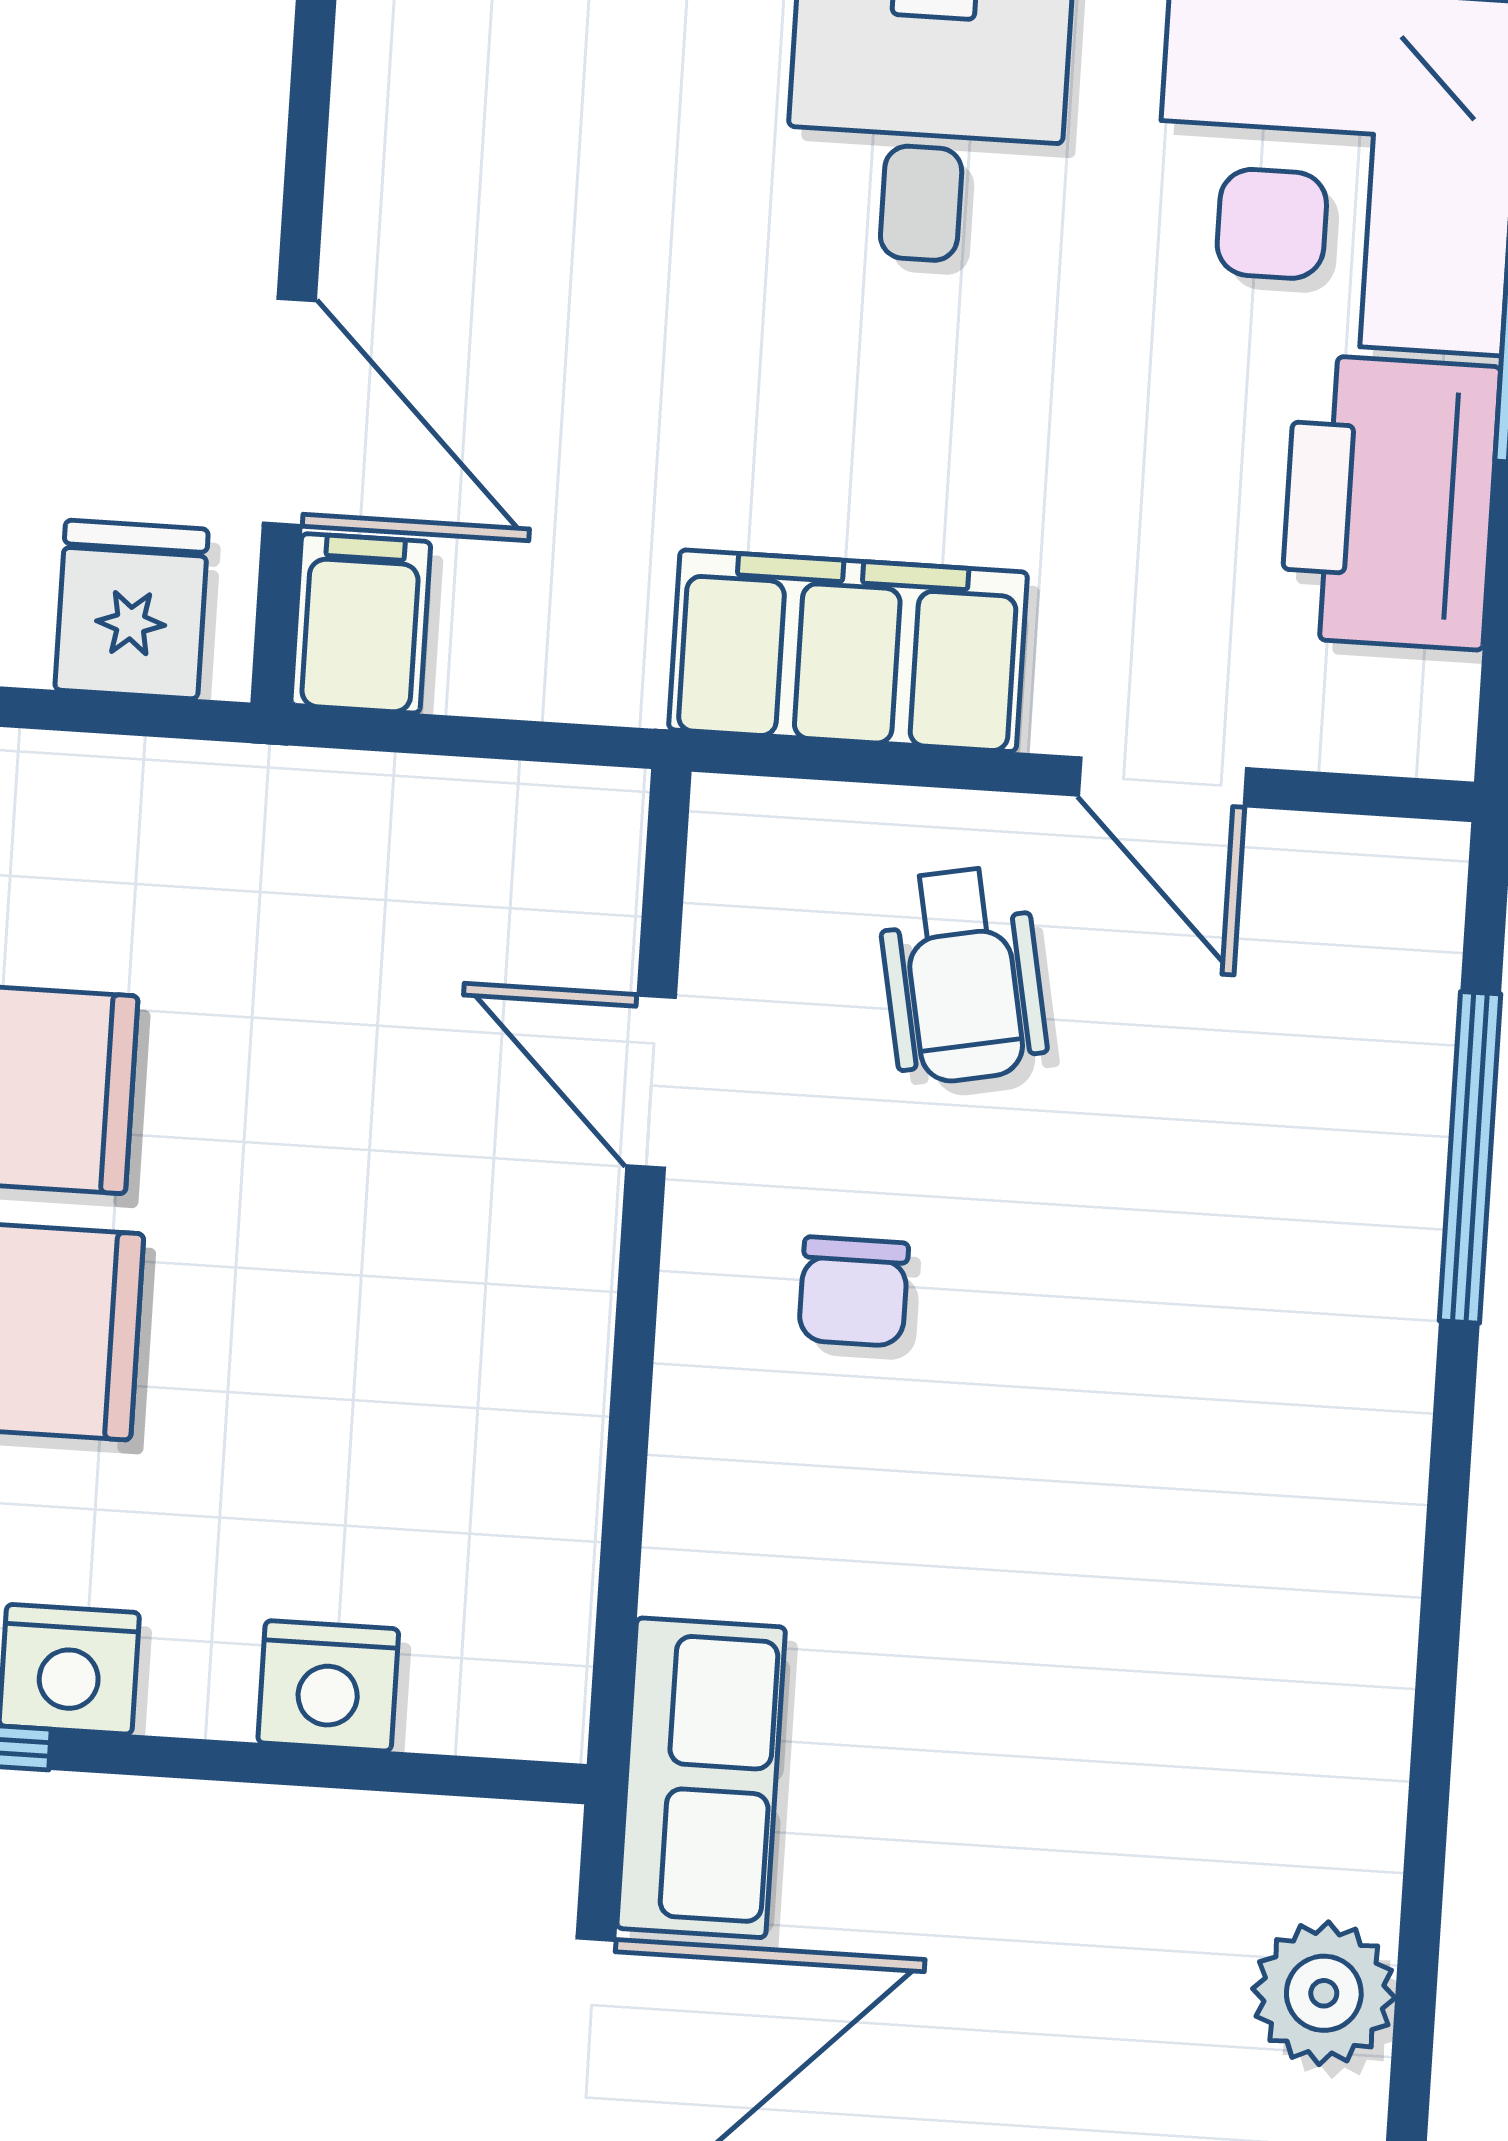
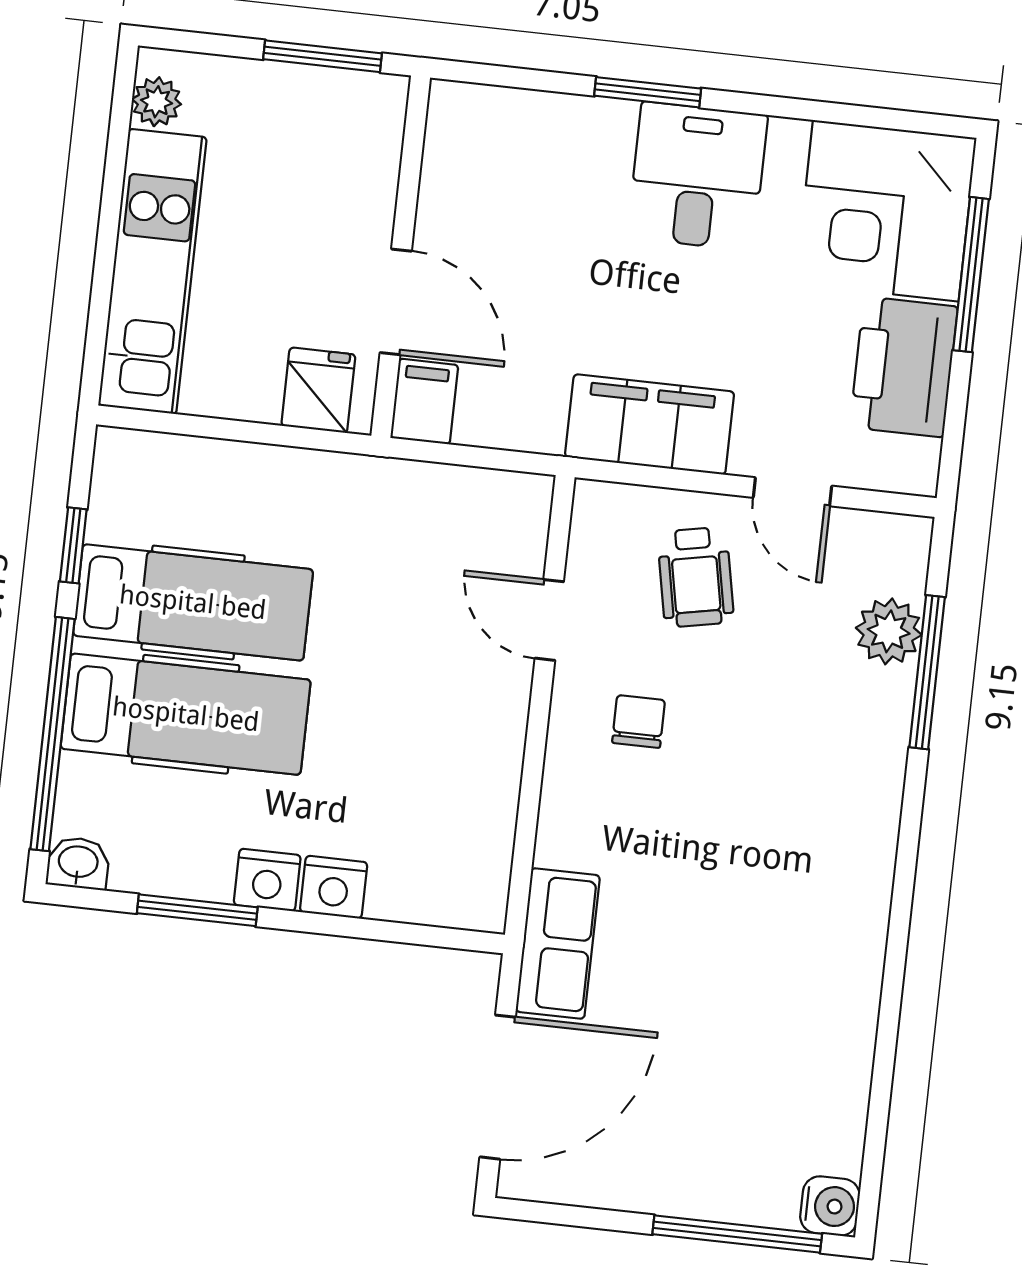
chair: (854, 1292) -> (639, 721), turned 180
nightstand: (328, 1686) -> (334, 887), moved
plant: (1324, 1993) -> (889, 631), moved

